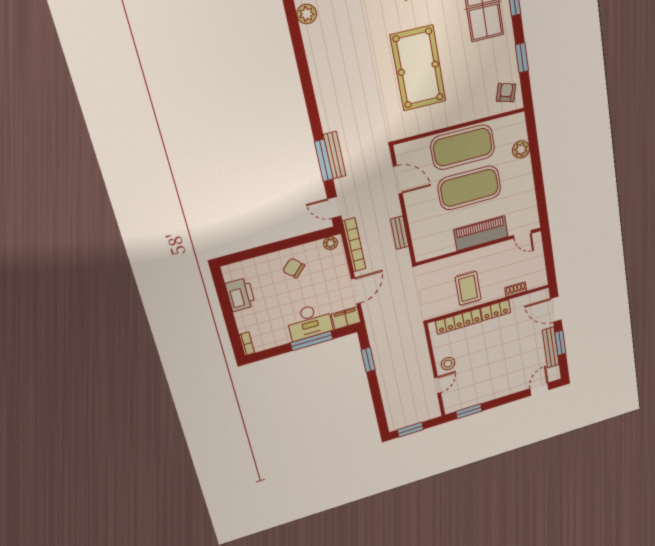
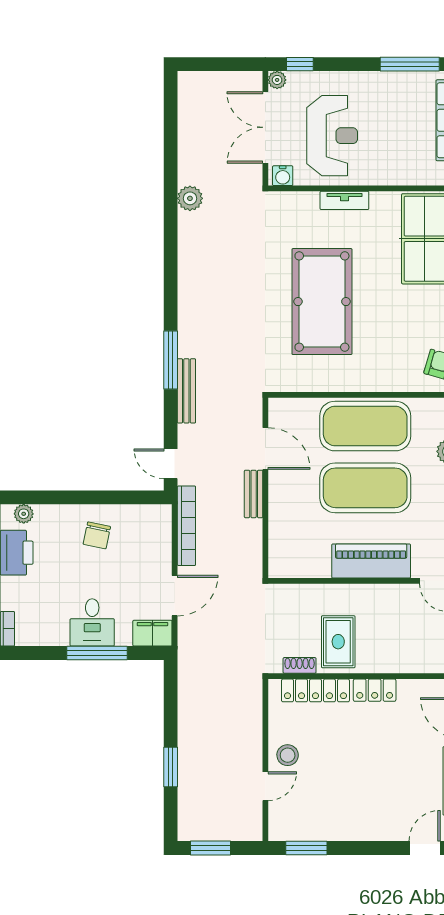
window: (324, 160) -> (171, 360), moved
bench: (400, 233) -> (254, 494), moved
plant: (330, 243) -> (24, 514), moved
chair: (294, 268) -> (97, 535), turned -123
shoe rack: (516, 289) -> (300, 665), moved
desk: (310, 322) -> (92, 622), width x0.73
window: (368, 360) -> (171, 767), moved

